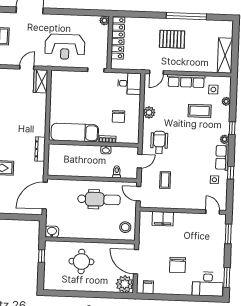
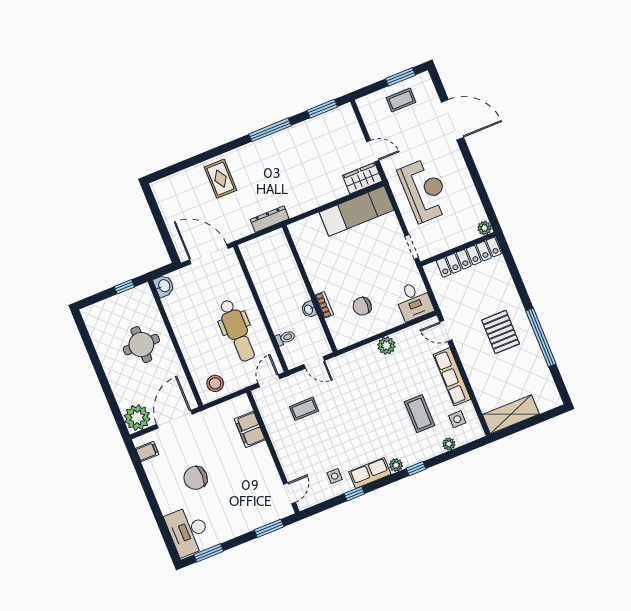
reception desk: (65, 47) -> (424, 190), turned 180
exam couch: (75, 133) -> (357, 211), moved, turned 90
wheelchair: (159, 142) -> (352, 378), removed

